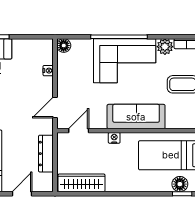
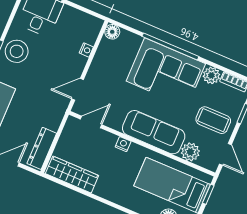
plant: (175, 120) -> (190, 152), added
dresser: (46, 154) -> (42, 148), moved

